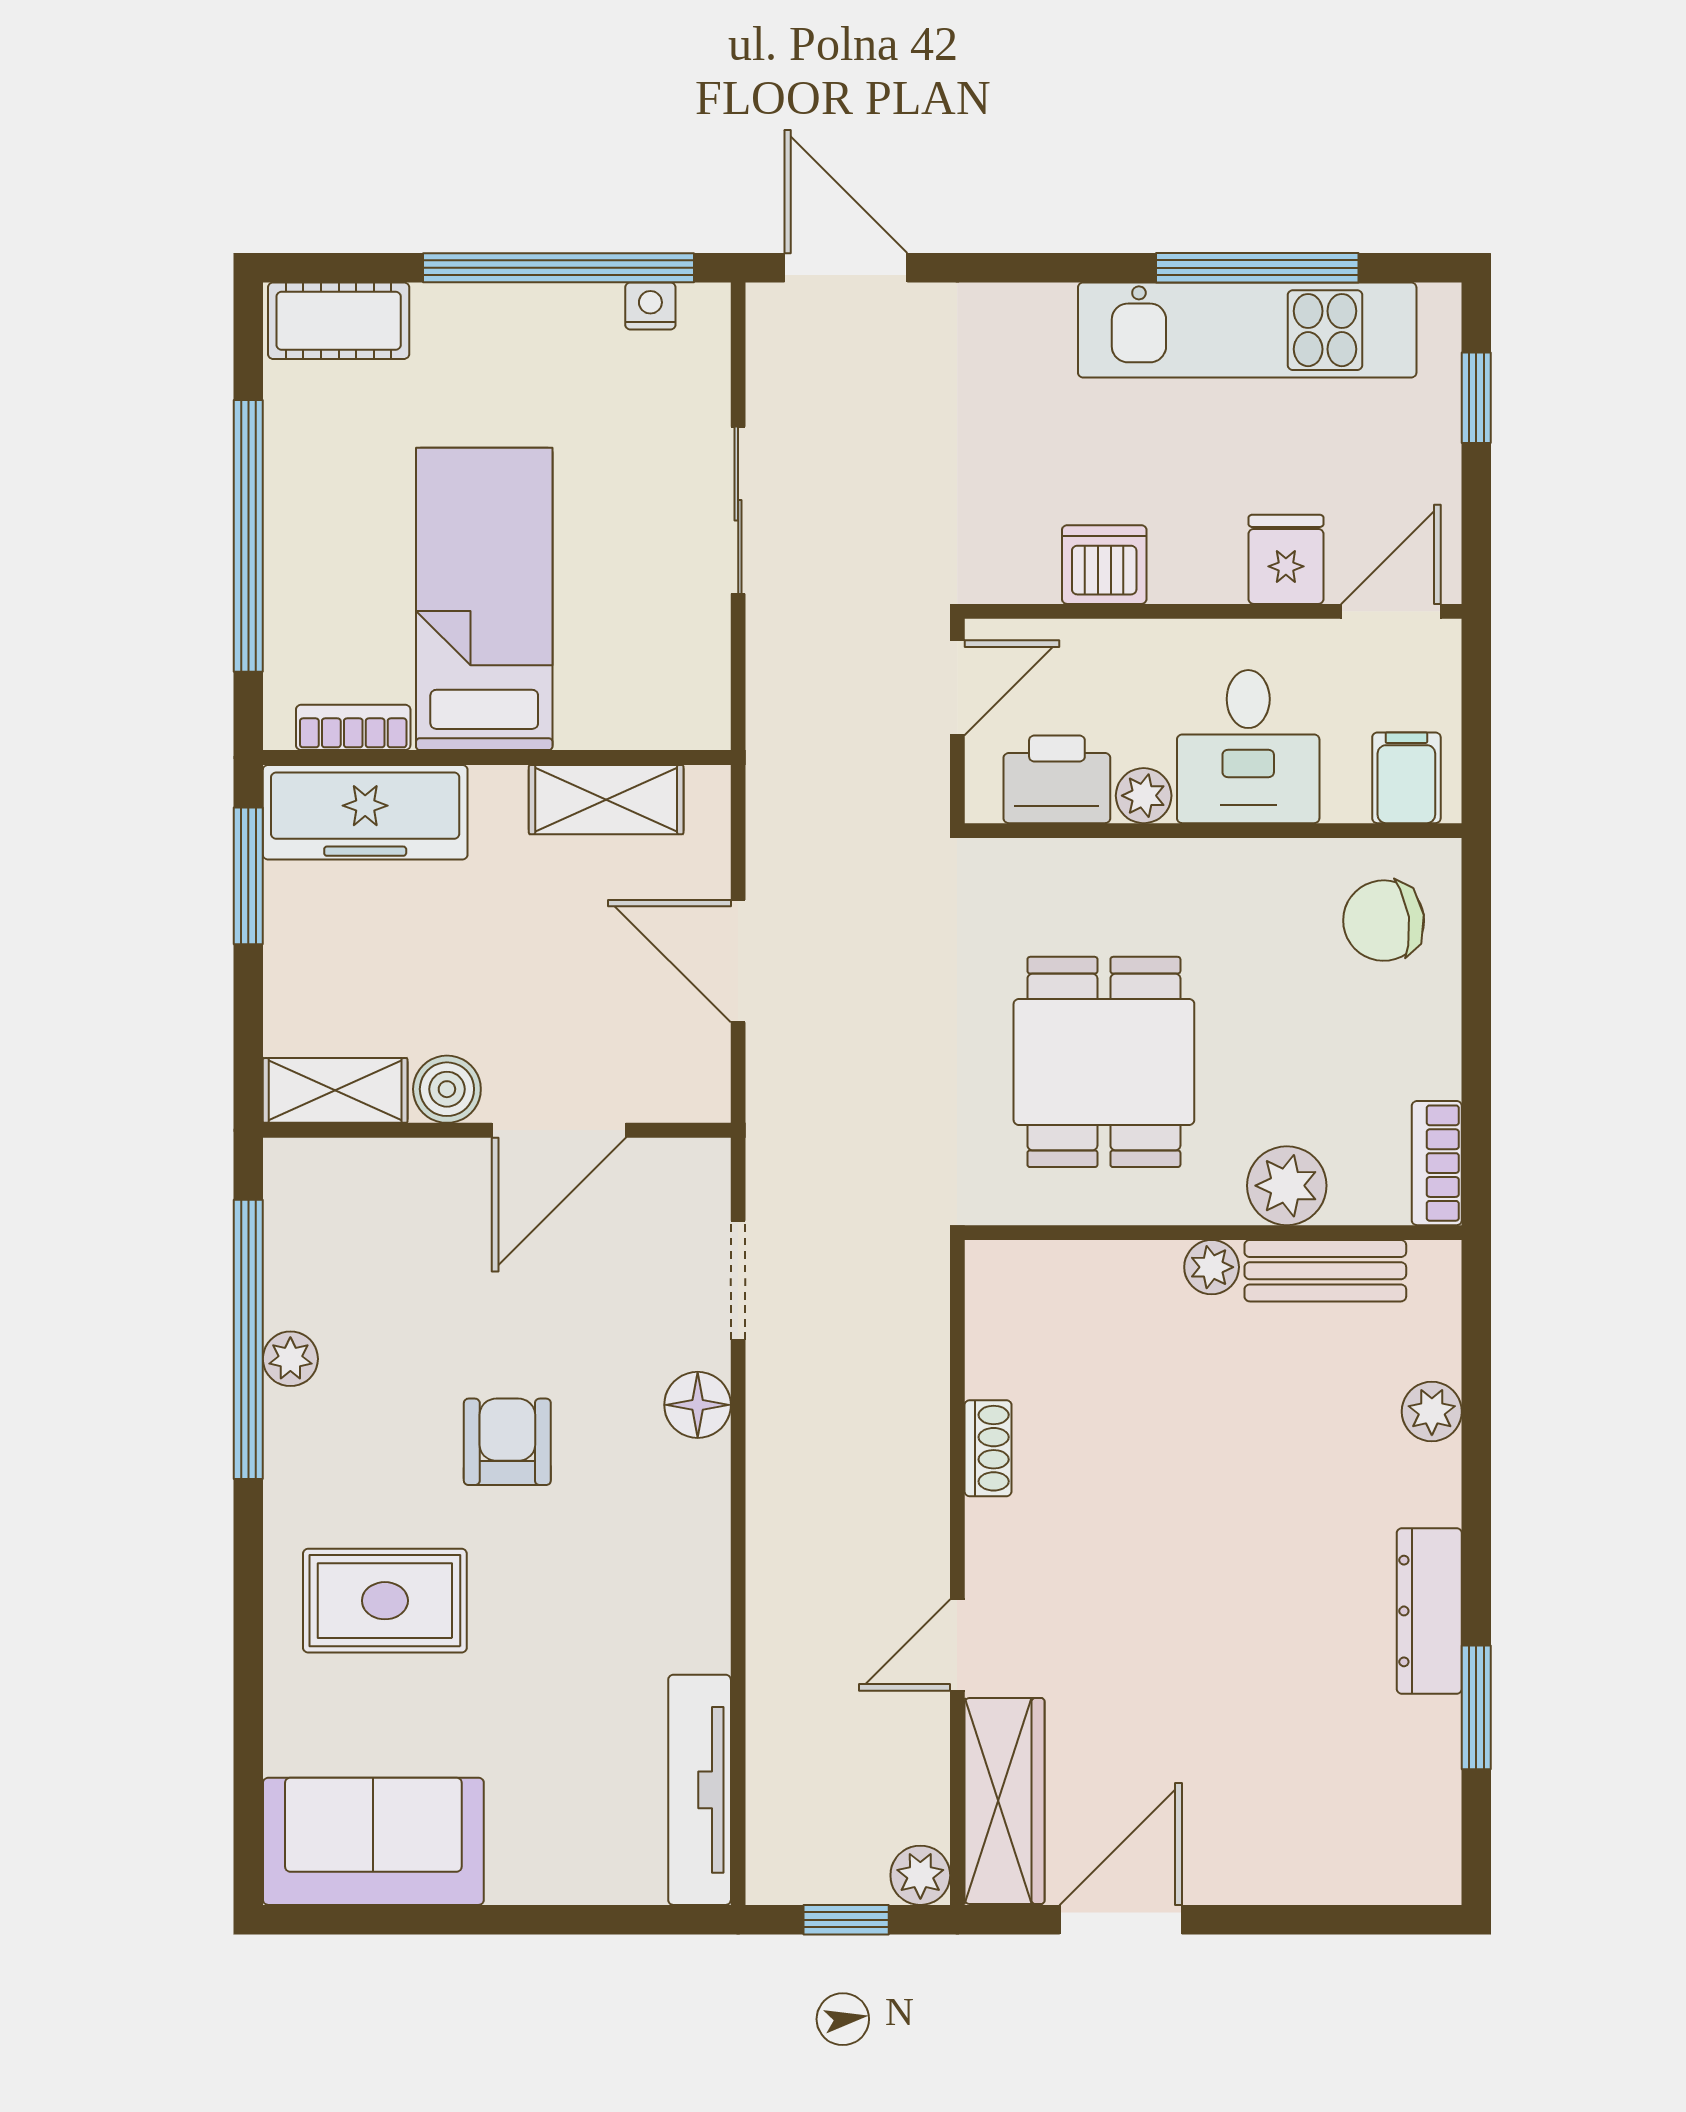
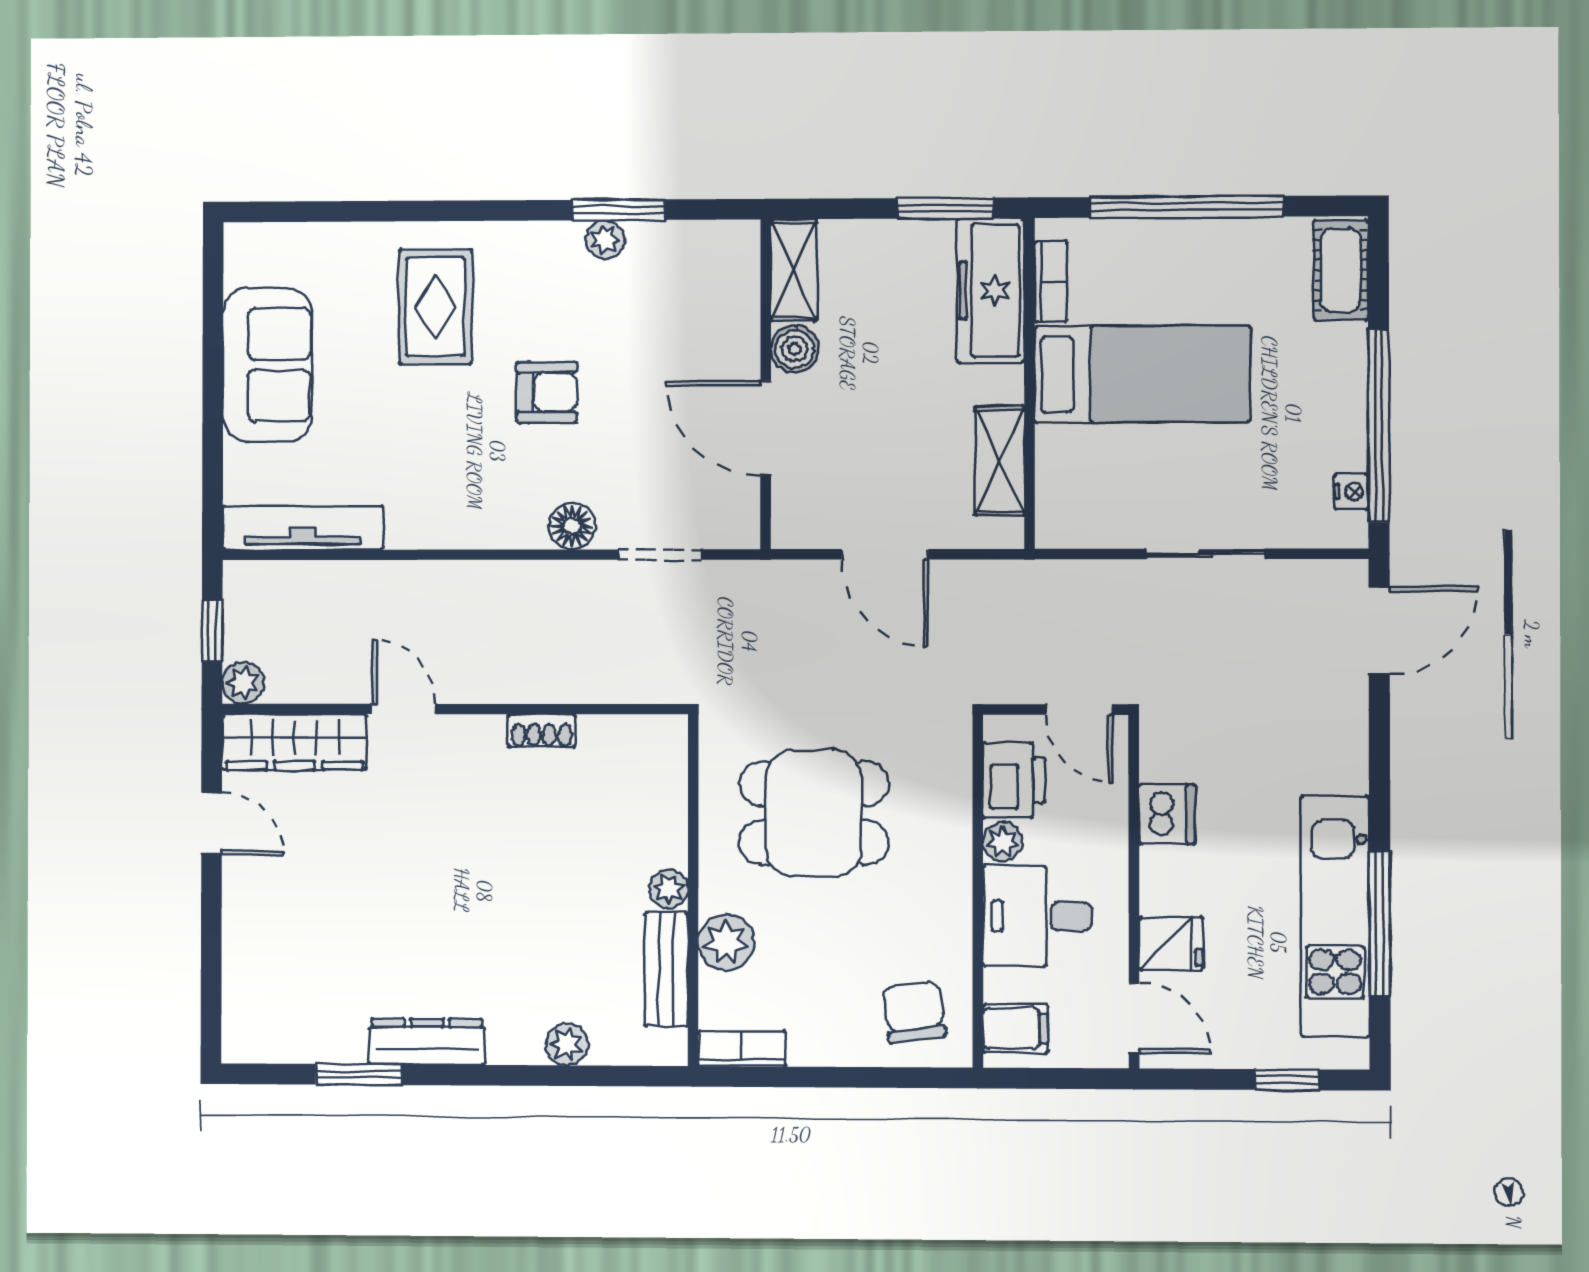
door: (738, 961) -> (885, 554), swing flipped
window: (248, 1339) -> (619, 210), width x0.47
sofa: (373, 1841) -> (267, 365), moved
door: (1121, 1920) -> (212, 824), width x0.73

